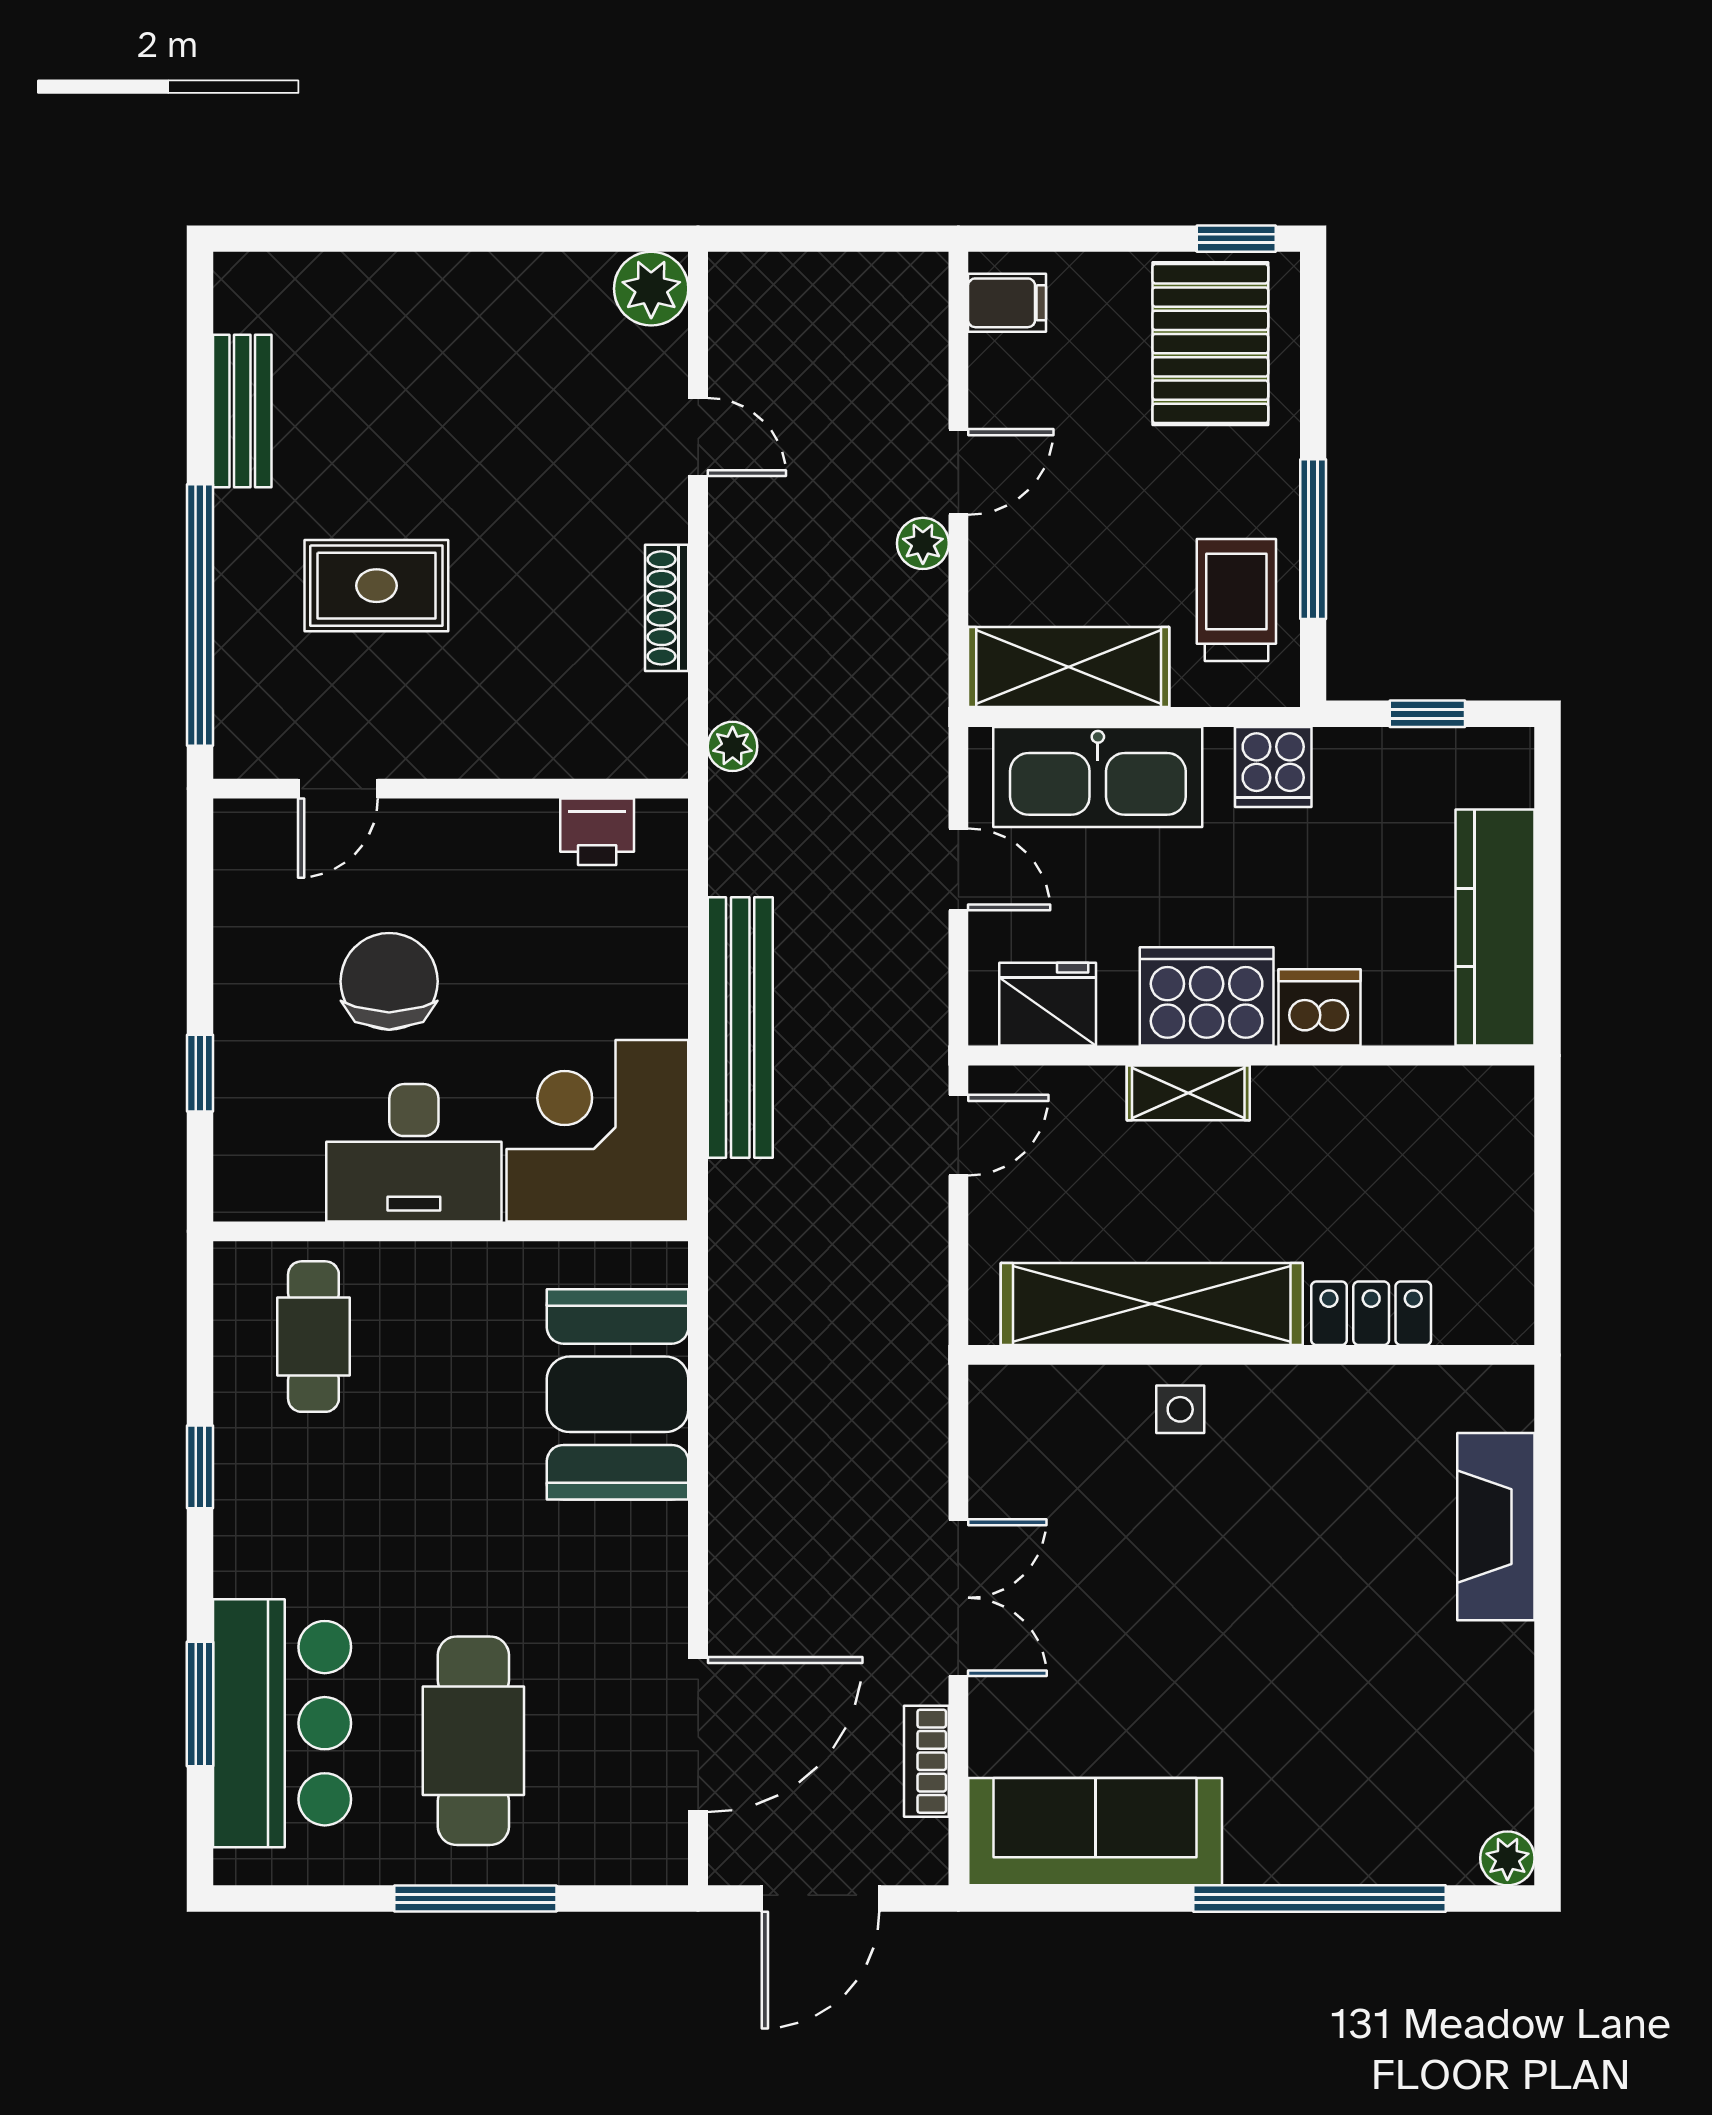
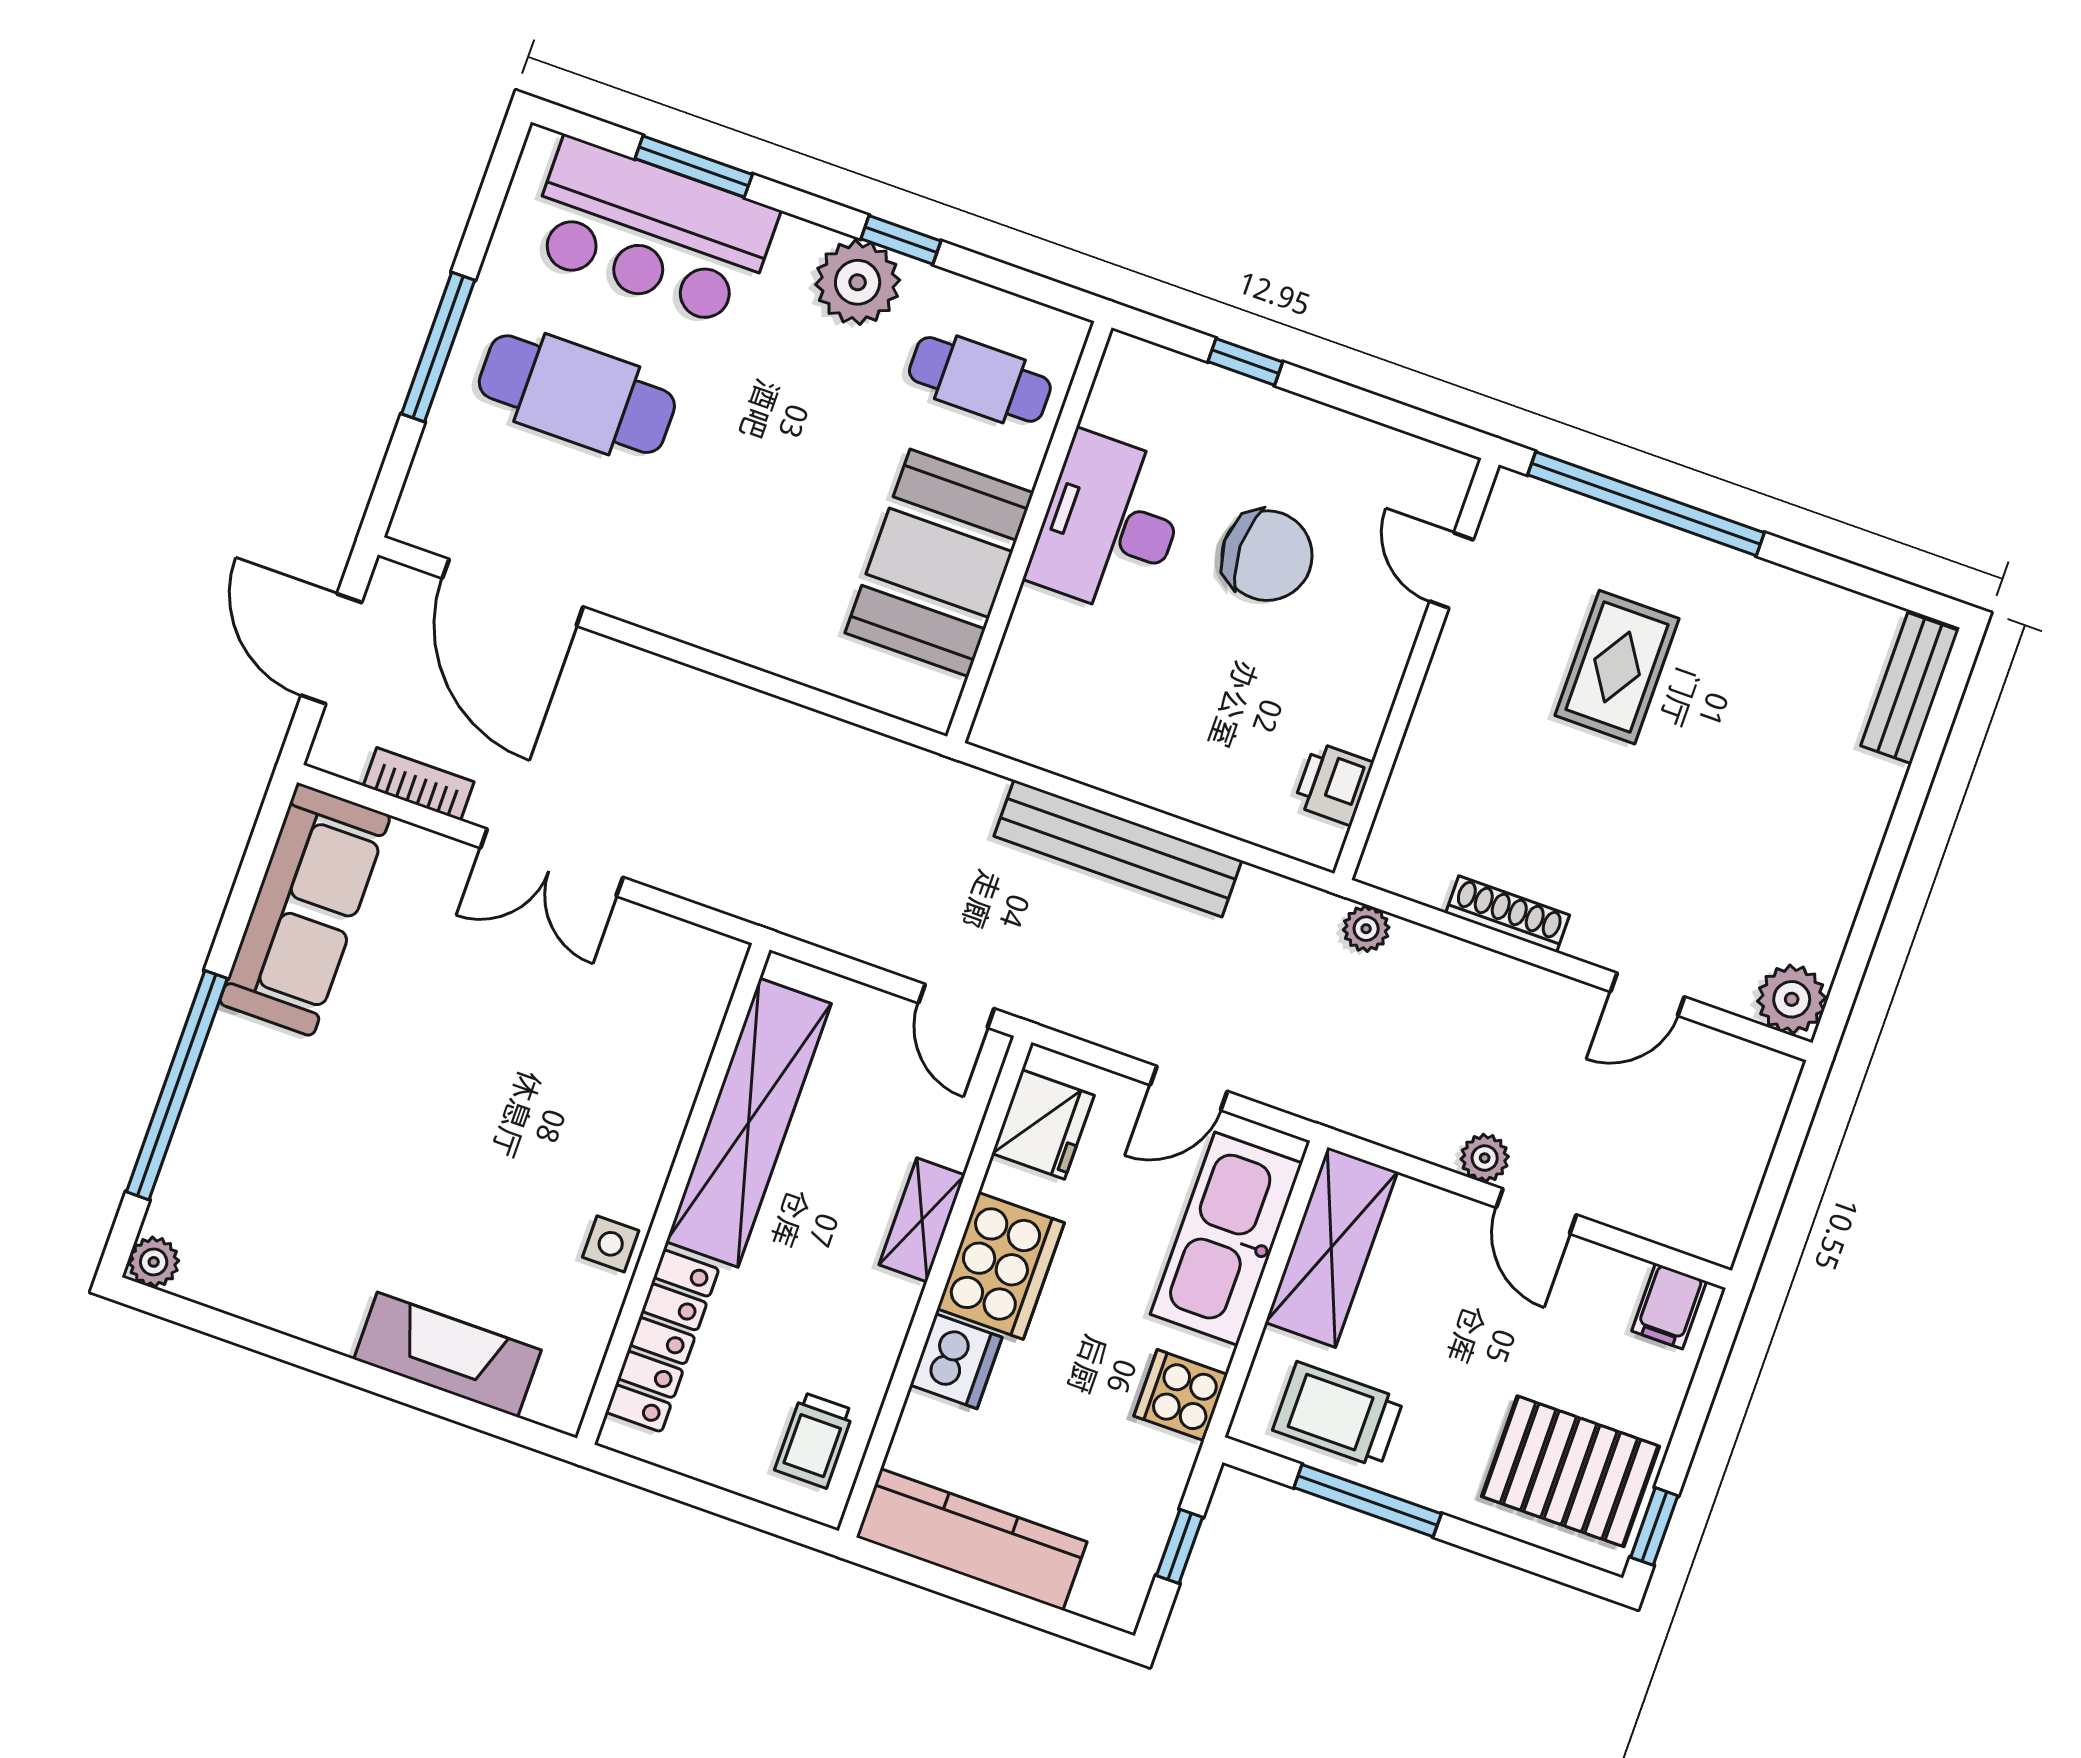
bench: (242, 411) -> (1910, 688), moved, turned 90
trolley: (1236, 600) -> (1338, 1415), turned 180
trolley: (1451, 1123) -> (814, 1440), added
corner desk: (597, 1131) -> (1072, 692), removed
locker: (1371, 1313) -> (662, 1341), width x1.53
booth: (618, 1394) -> (939, 563), moved, turned 90
side table: (1180, 1409) -> (611, 1244), moved
plant: (259, 1496) -> (858, 282), added

